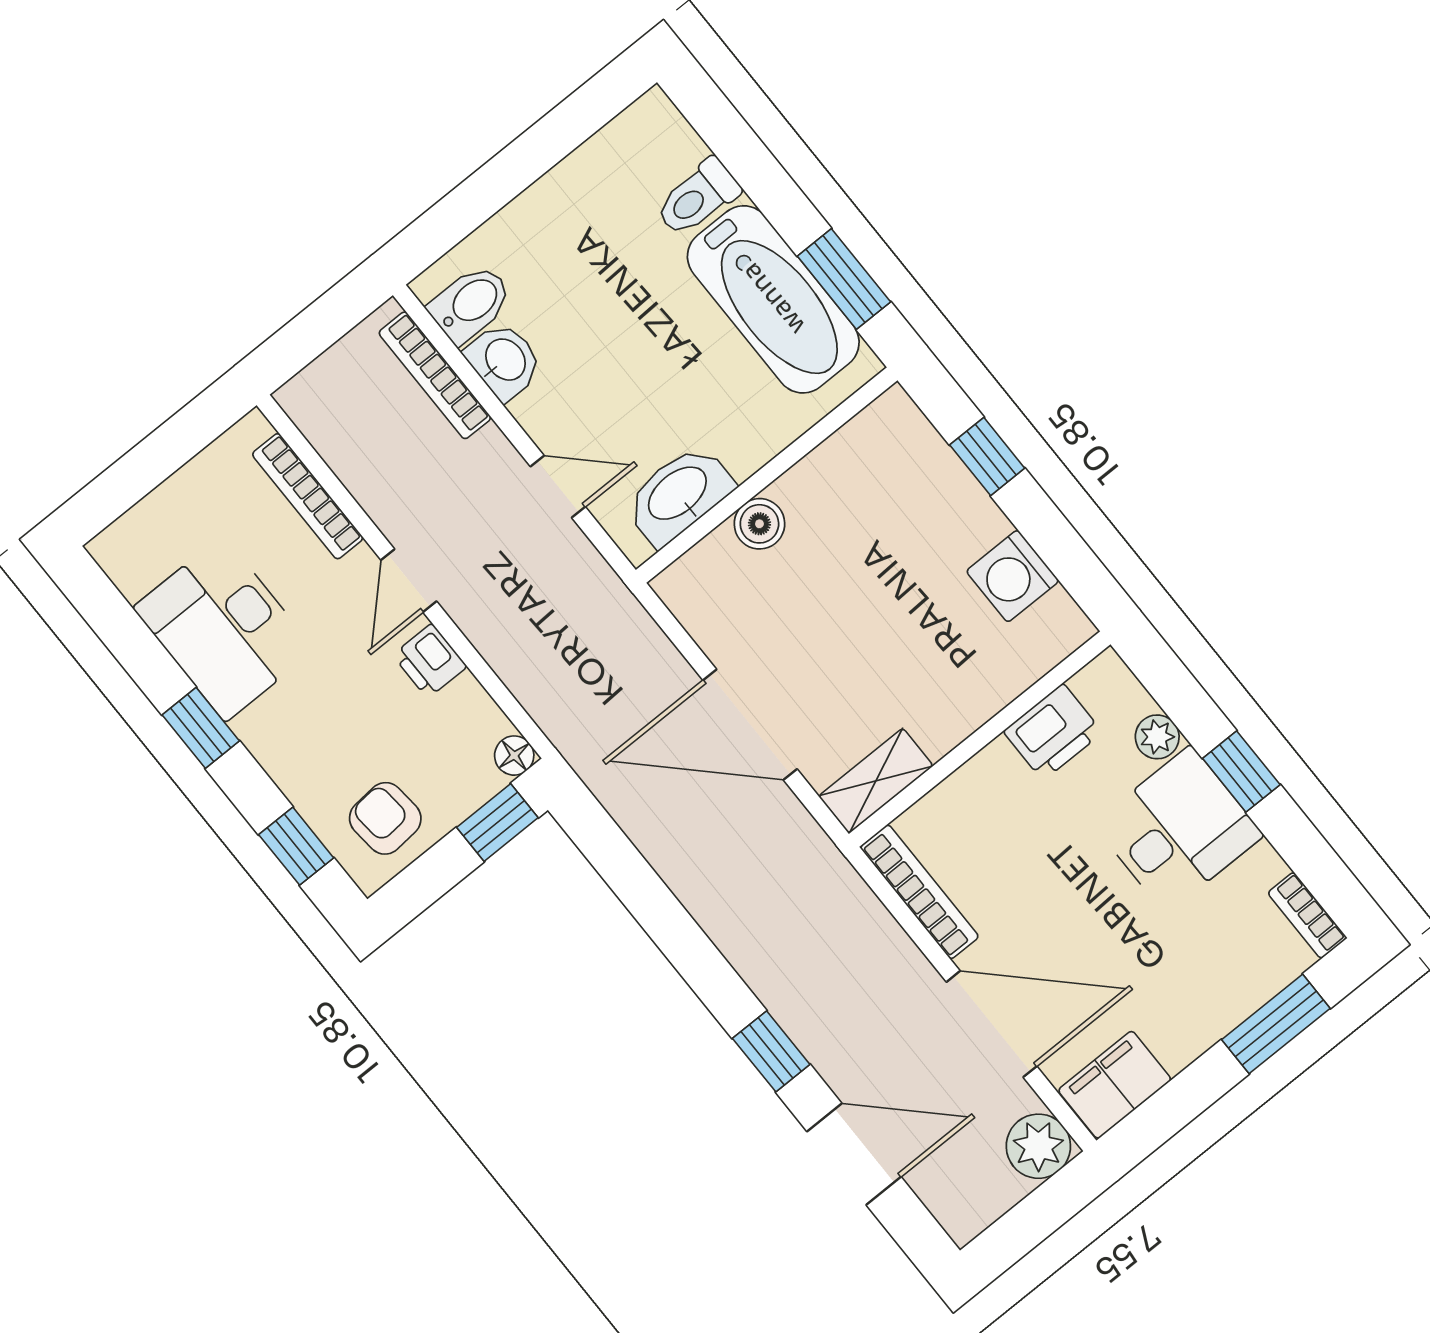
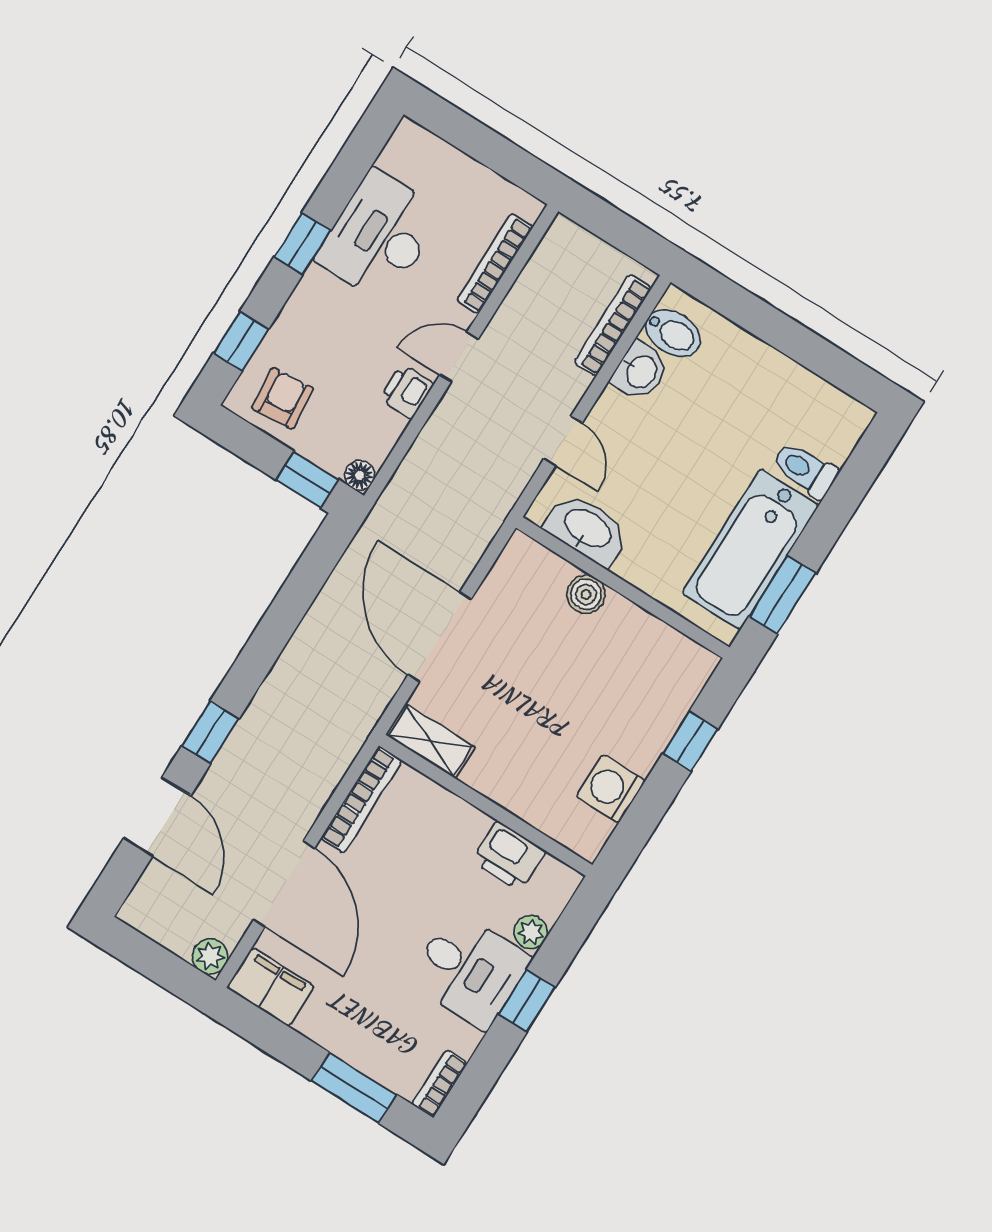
plant: (1038, 1146) -> (210, 957), width x0.73, depth x0.73

